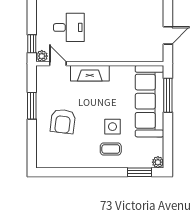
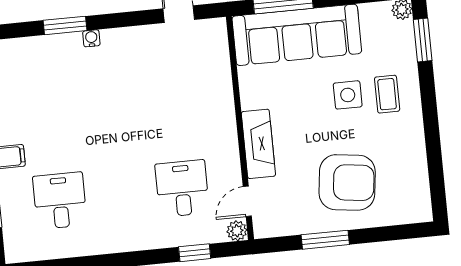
window: (32, 44) -> (195, 253), moved
armchair: (63, 121) -> (347, 182), width x1.36, depth x1.36

